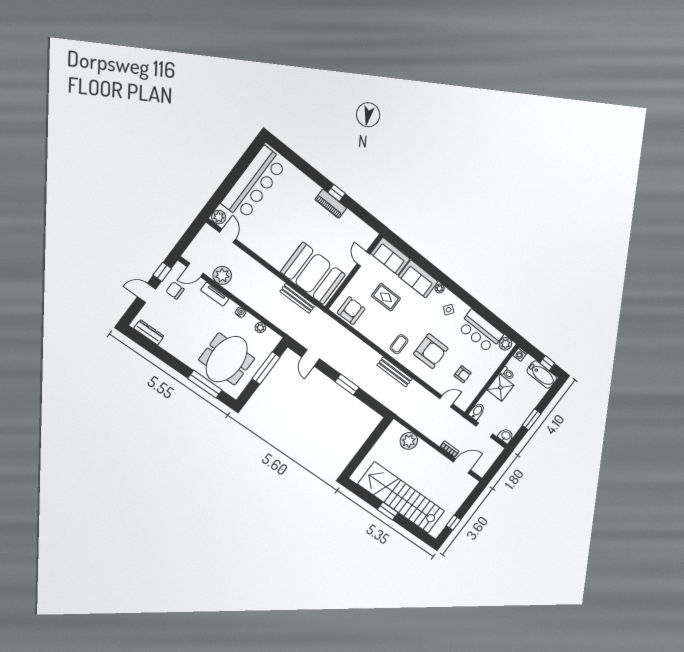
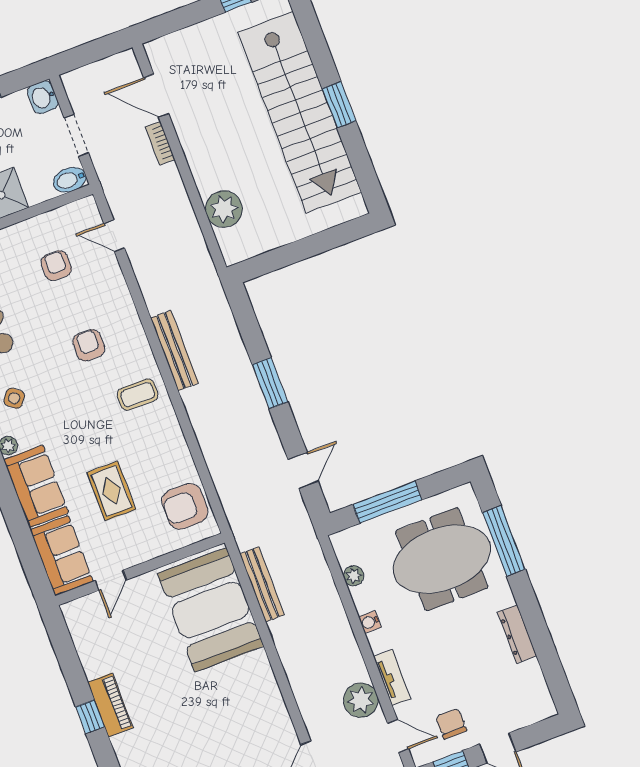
chair: (175, 290) -> (451, 724), turned 180
dresser: (149, 332) -> (517, 634), moved
armchair: (431, 351) -> (89, 345), width x0.53, depth x0.53

